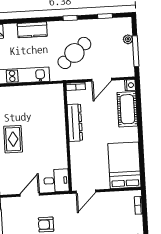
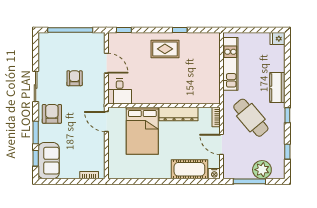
kitchen counter: (32, 30) -> (277, 87), moved
plant: (128, 39) -> (262, 170), width x1.87, depth x1.87
bed: (124, 165) -> (142, 131), moved, turned 90

